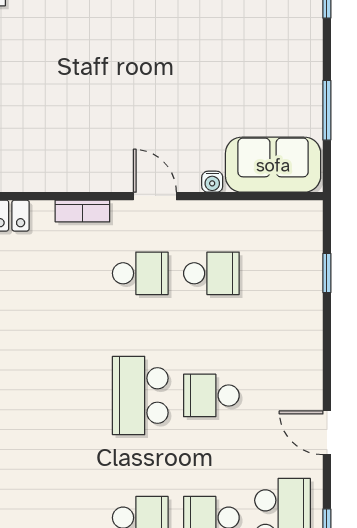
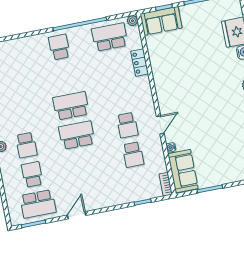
bookcase: (82, 211) -> (166, 184), moved
school desk: (211, 395) -> (71, 106), moved, width x1.85

